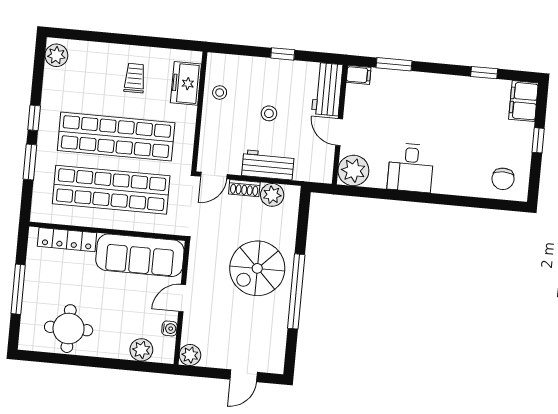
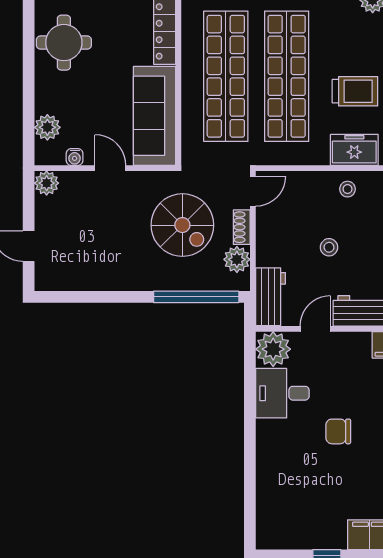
trolley: (135, 78) -> (355, 91), width x1.36, depth x1.39
workbench: (268, 165) -> (271, 297), moved
desk: (411, 168) -> (282, 393), moved
door: (214, 175) -> (253, 191), swing flipped
chair: (503, 179) -> (338, 431), moved
spiral stairs: (257, 268) -> (182, 225), moved, turned 180
window: (296, 291) -> (196, 297), moved

